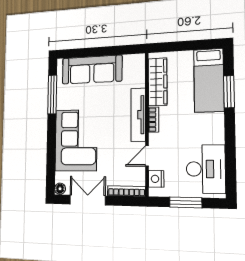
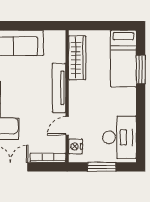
bookcase: (154, 120) -> (73, 93), removed

